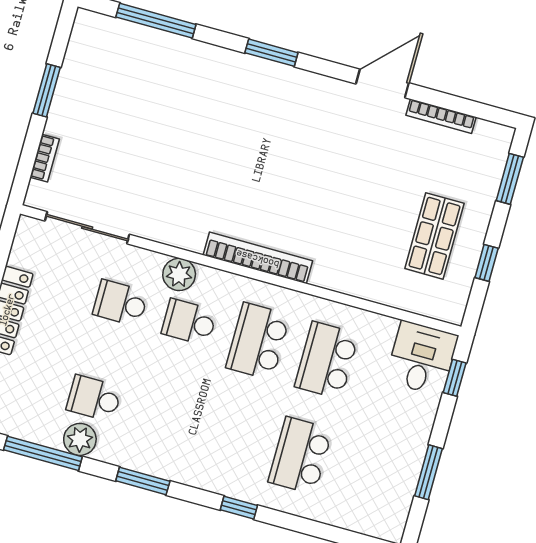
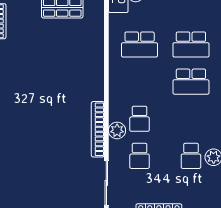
bookcase: (258, 258) -> (98, 129), moved
school desk: (258, 341) -> (191, 82), moved

